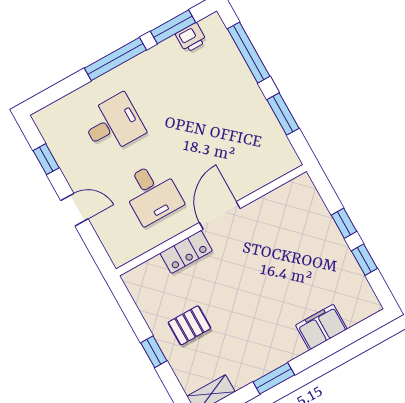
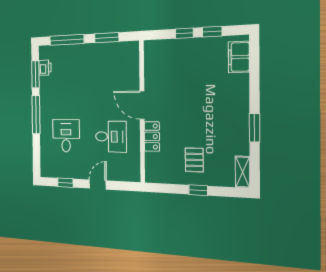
filing cabinet: (321, 327) -> (239, 57), moved

